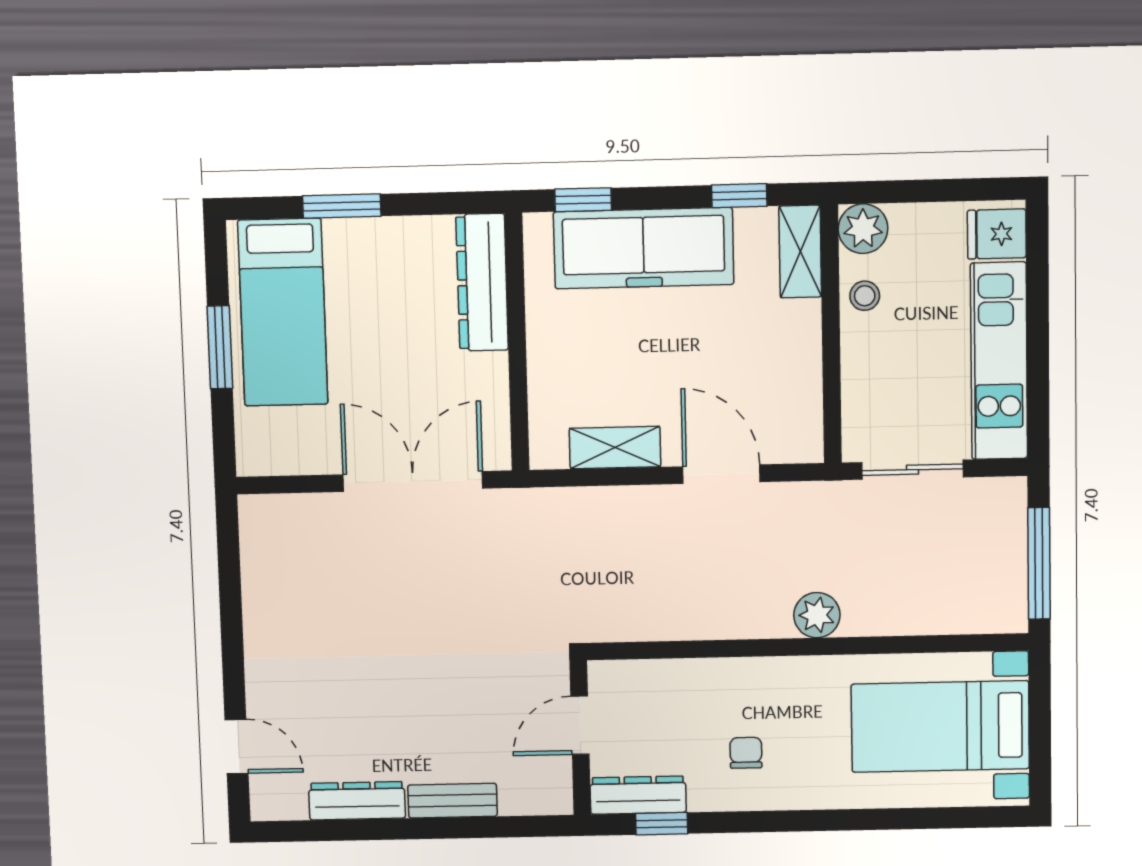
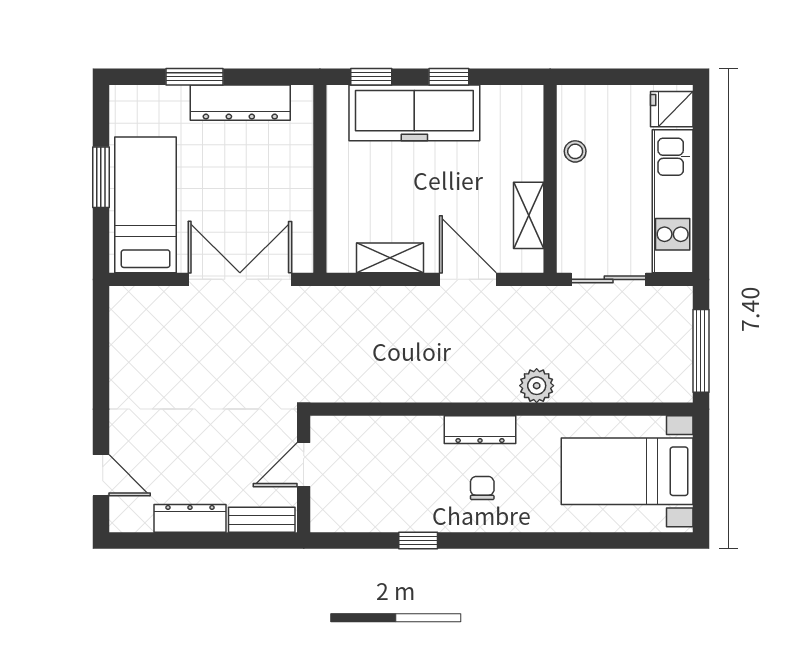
window: (739, 196) -> (449, 77), moved
plant: (863, 229) -> (575, 103), removed
shelving: (800, 252) -> (529, 215), moved
dresser: (482, 282) -> (240, 103), moved, turned -90
bed: (283, 312) -> (146, 205), moved, turned 180
door: (580, 725) -> (304, 465), moved
wall: (580, 738) -> (304, 474), moved
dresser: (638, 795) -> (480, 430), moved, turned 180

